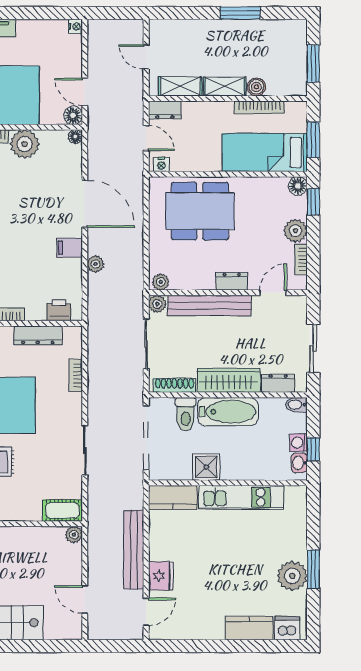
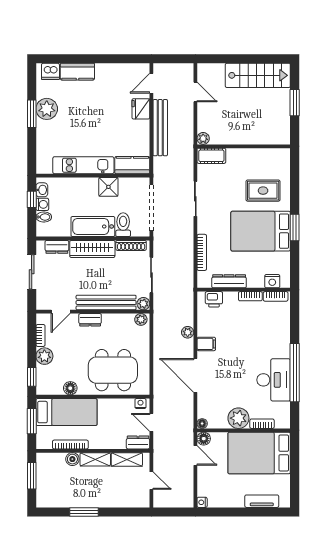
floor lamp: (298, 186) -> (70, 388), moved
bookcase: (76, 376) -> (202, 252), width x1.56
bidet: (296, 405) -> (44, 217), moved

